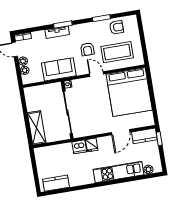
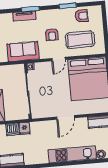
door: (96, 74) -> (59, 59), swing flipped
door: (121, 132) -> (66, 117), moved
fridge: (92, 145) -> (25, 128), moved
dishwasher: (79, 147) -> (12, 129), moved

